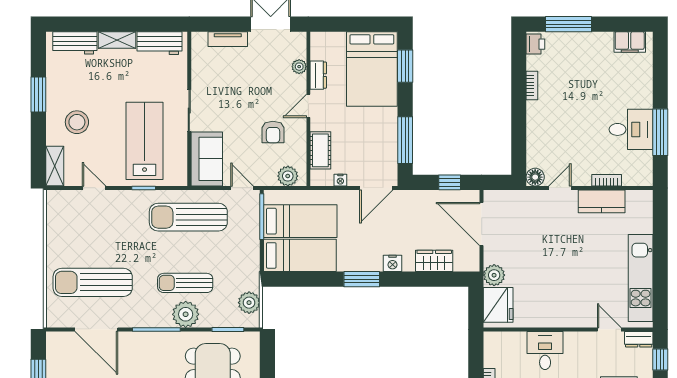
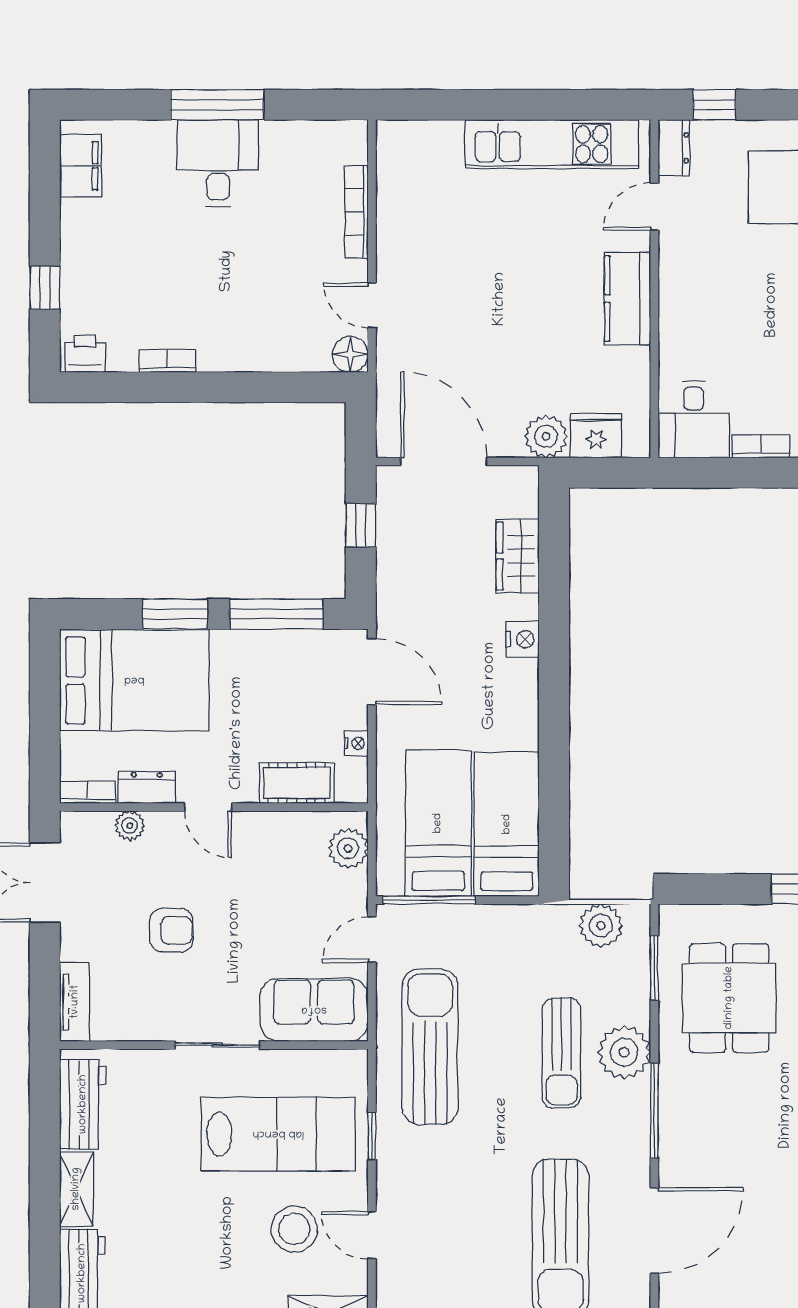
window: (569, 24) -> (45, 288), width x0.46
tv unit: (228, 39) -> (75, 1002), moved
bookcase: (316, 45) -> (87, 792), added
window: (405, 66) -> (175, 614), moved
stool: (77, 122) -> (294, 1229), moved
desk: (631, 129) -> (218, 163), moved
armchair: (273, 132) -> (171, 930), moved
window: (660, 132) -> (217, 105), moved
lab bench: (145, 141) -> (278, 1134), turned 180
bookcase: (607, 180) -> (356, 212), width x1.56
door: (94, 188) -> (372, 1235), hinge flipped
kitchen counter: (602, 201) -> (627, 299), moved, turned 180
sun lounger: (188, 217) -> (430, 1047), turned 180
door: (482, 224) -> (444, 462), swing flipped
window: (362, 279) -> (554, 701), removed
fridge: (498, 305) -> (596, 436), width x0.73, depth x0.75
desk: (545, 351) -> (694, 419), moved, turned -90

